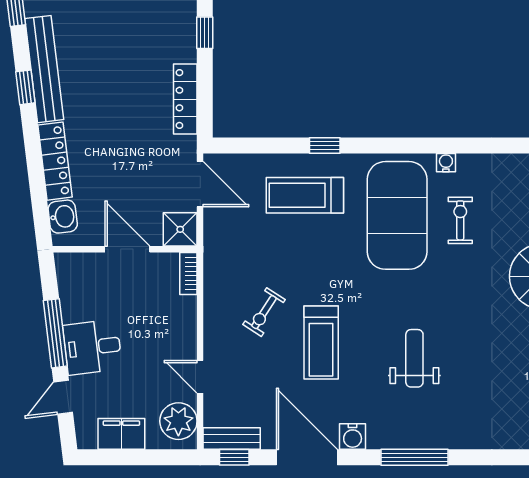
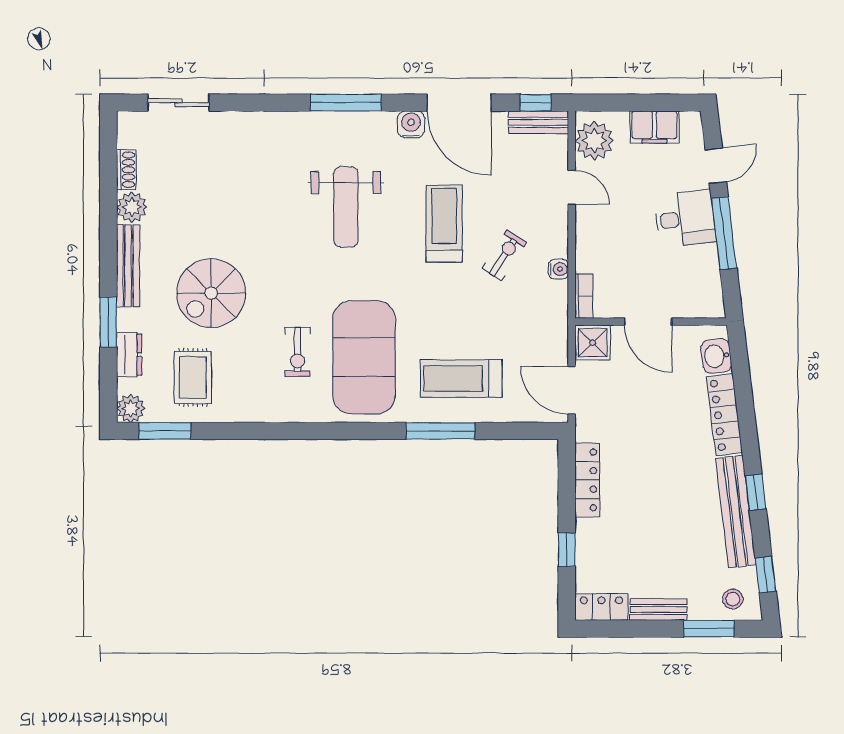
window: (325, 145) -> (440, 431), width x2.17
water cooler: (446, 163) -> (559, 269), moved, turned -90
treadmill: (305, 195) -> (461, 379), turned 180
weight bench: (414, 358) -> (346, 207), width x1.36, depth x1.33

